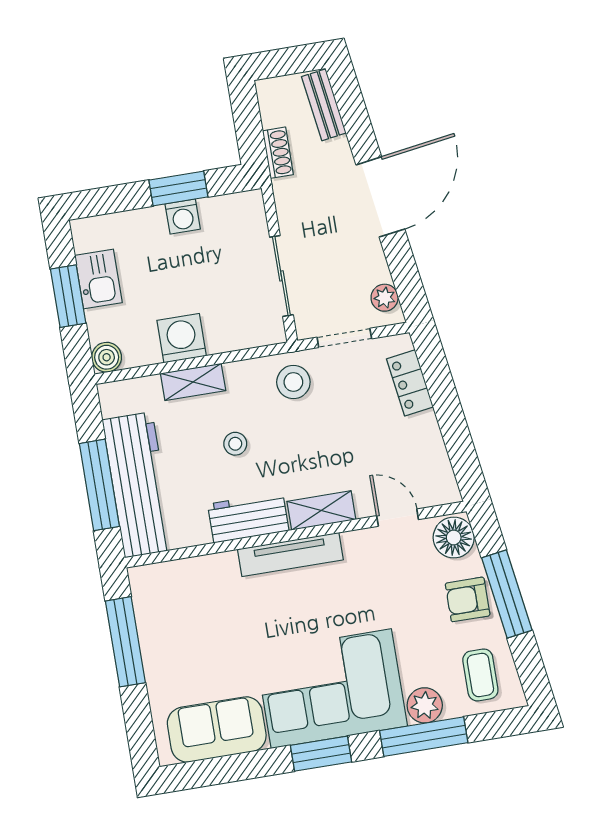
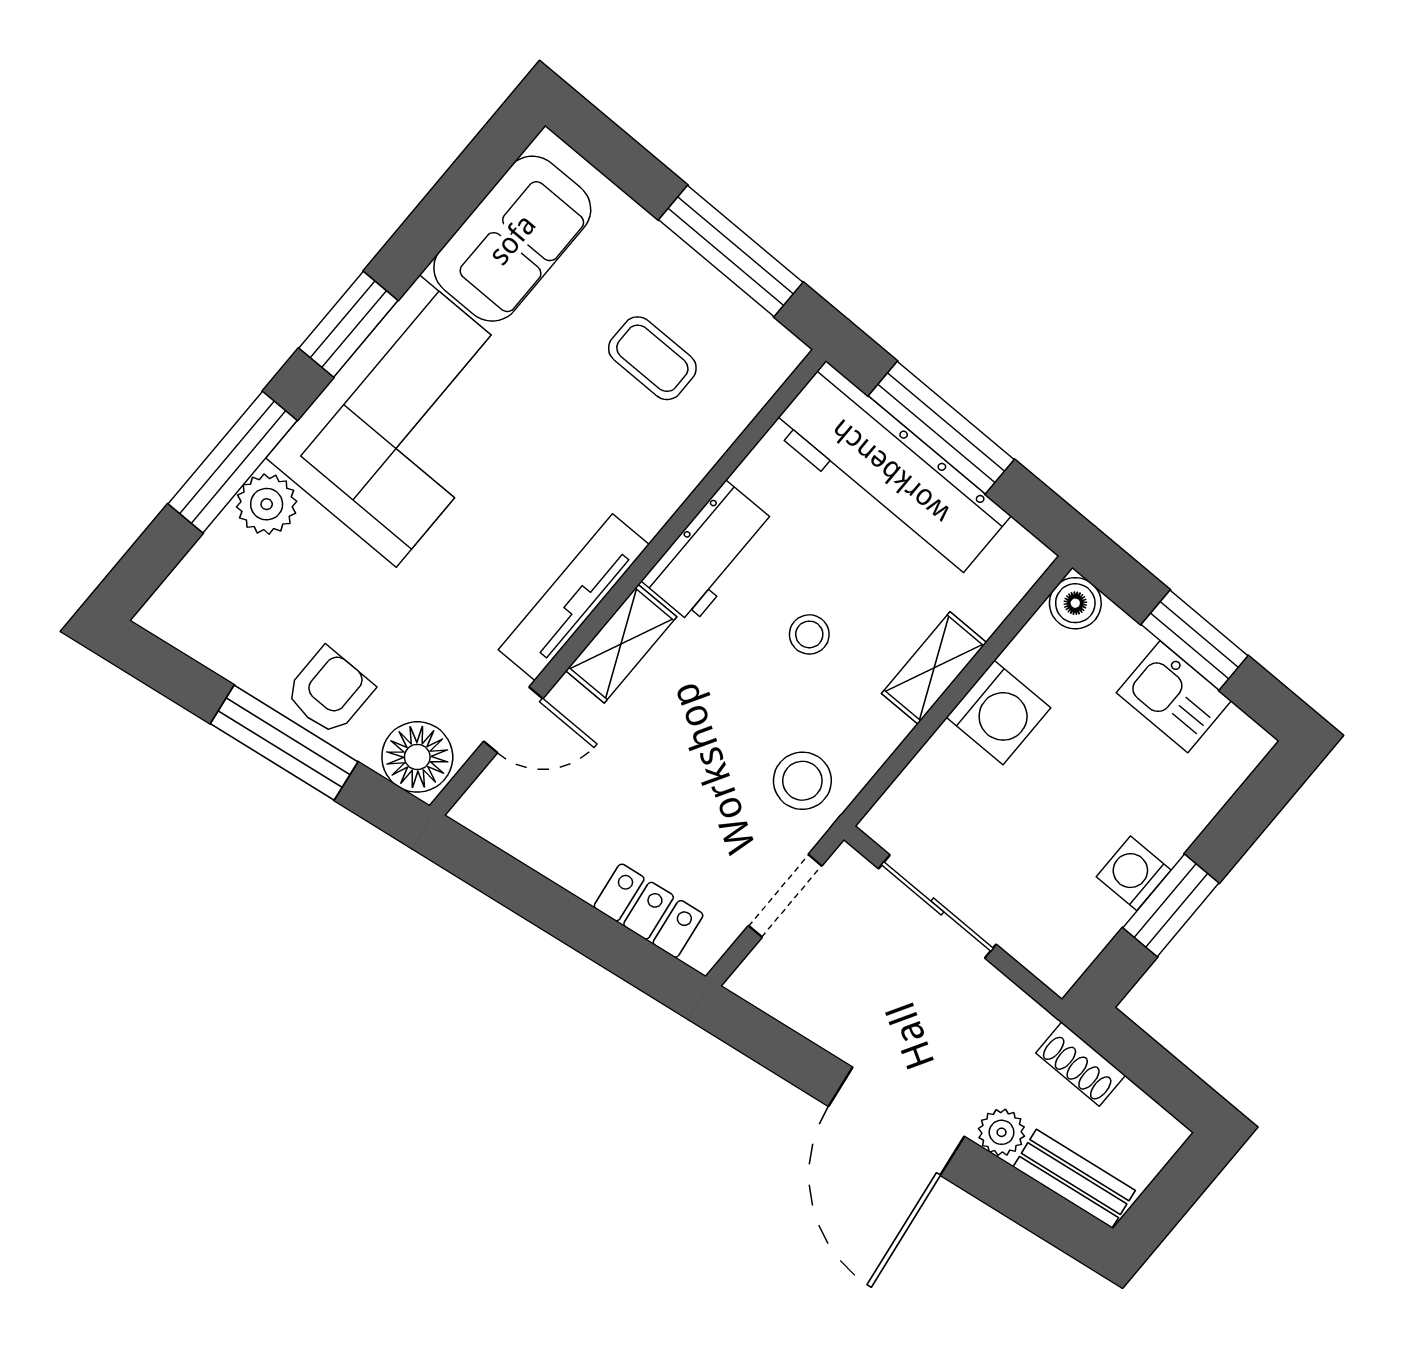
plant: (385, 298) -> (1002, 1132), moved
tv unit: (290, 555) -> (574, 597), moved
coffee table: (480, 675) -> (652, 358), moved

